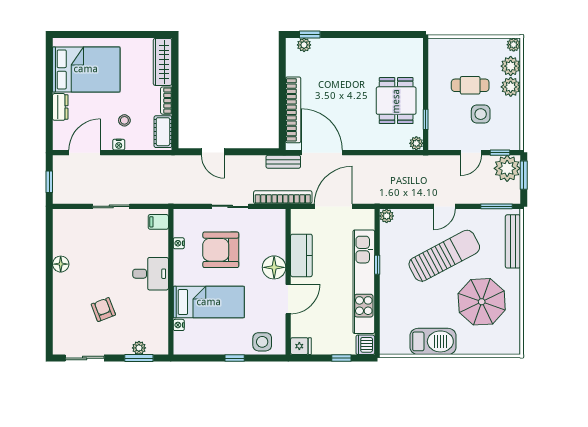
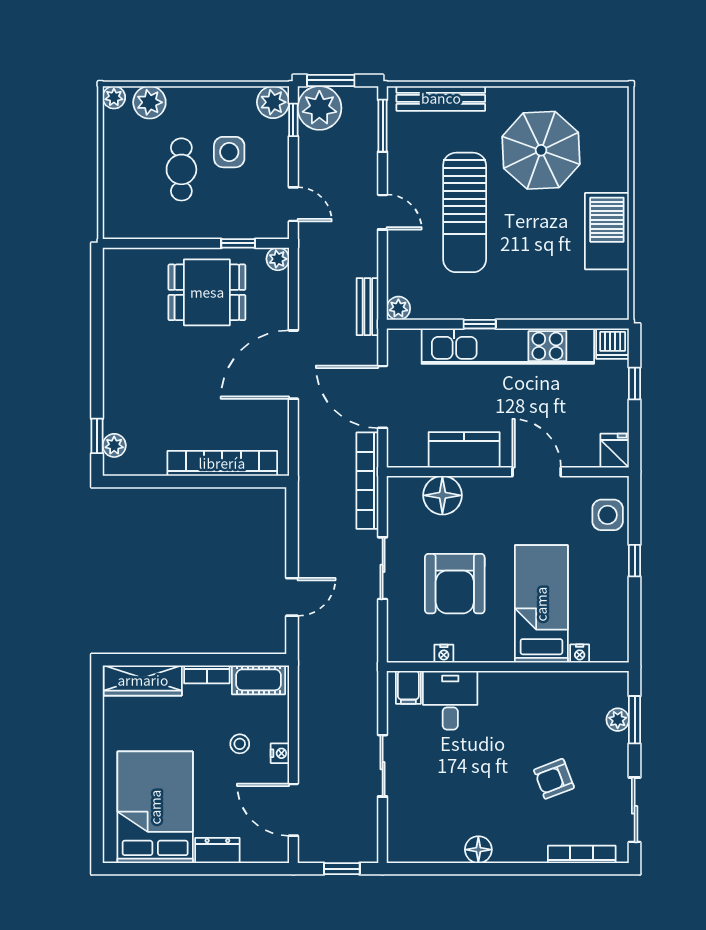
plant: (511, 87) -> (273, 102), moved
door: (322, 153) -> (293, 365), moved
door: (471, 153) -> (293, 204), moved
bench: (283, 162) -> (367, 307), moved
sun lounger: (444, 256) -> (465, 212), turned -152
floor lamp: (274, 267) -> (442, 495), moved
desk: (151, 274) -> (450, 700), moved
bookcase: (58, 326) -> (582, 854), added

